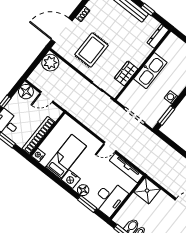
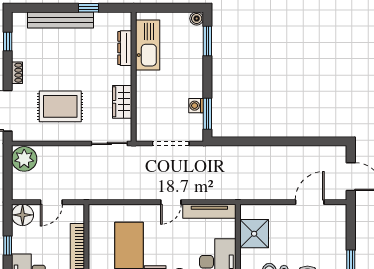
dresser: (158, 36) -> (125, 48), moved
rug: (91, 50) -> (60, 106), turned 90
kitchen sink: (150, 71) -> (148, 45), moved
washing machine: (171, 97) -> (196, 106), moved
shower: (147, 191) -> (254, 234), moved

